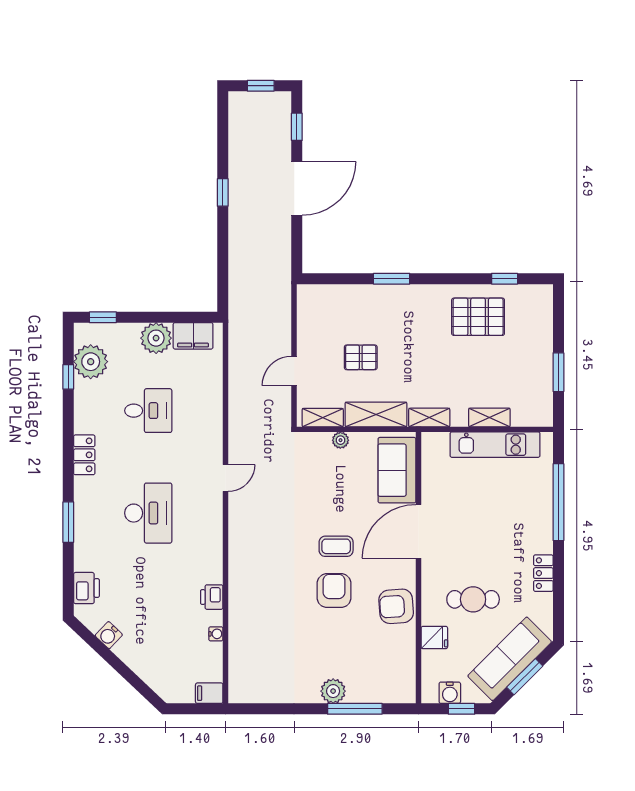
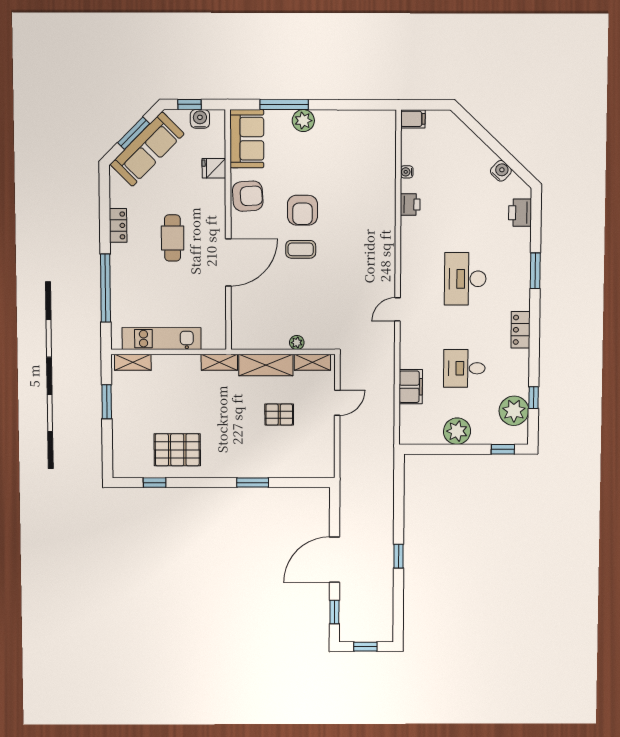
filing cabinet: (193, 336) -> (411, 387), moved, turned 90
shelving: (489, 417) -> (133, 362), moved
sofa: (397, 470) -> (247, 139), moved
cafe table: (473, 599) -> (173, 238), moved, turned 90

